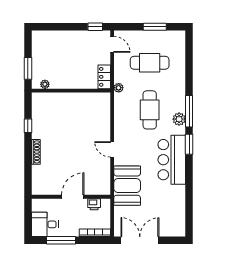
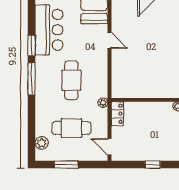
window: (95, 27) -> (153, 165), moved
plant: (179, 119) -> (42, 143), moved

